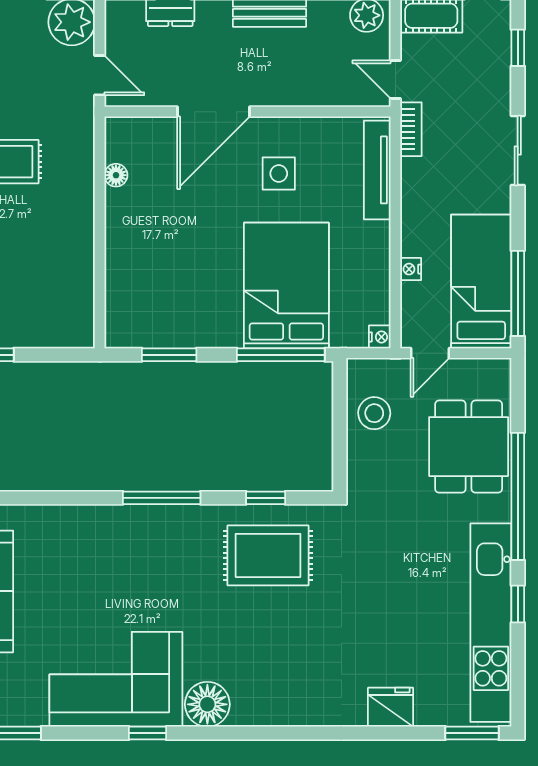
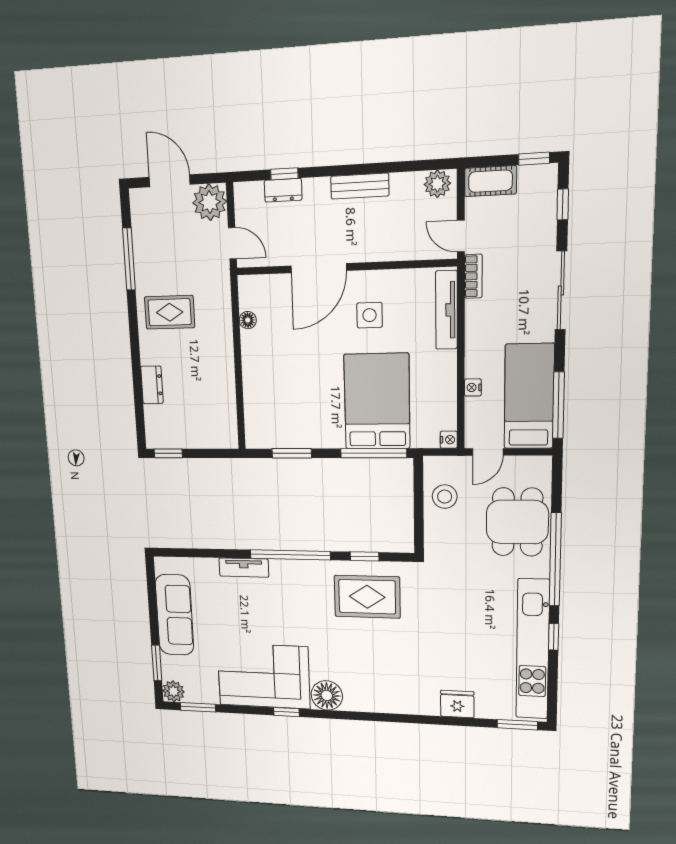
sliding door: (518, 150) -> (561, 291), width x1.37
window: (162, 498) -> (290, 555), width x1.46
tv unit: (94, 518) -> (244, 568), added

